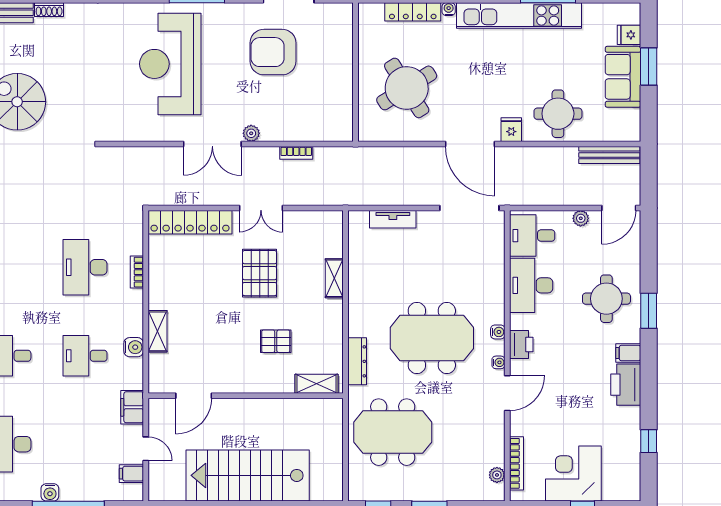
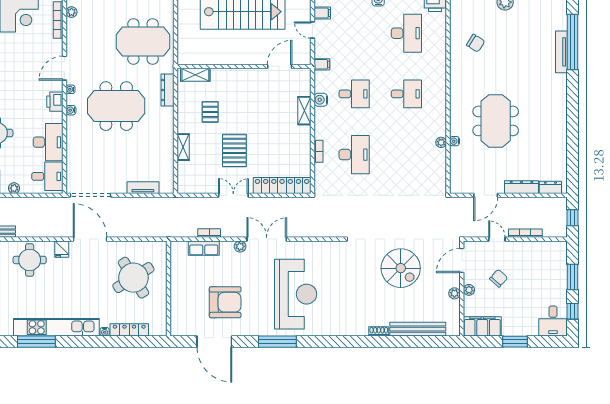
row of seats: (304, 131) -> (204, 248), added
pallet: (276, 341) -> (210, 112), moved, turned 90
filing cabinet: (132, 407) -> (322, 64), width x0.50

